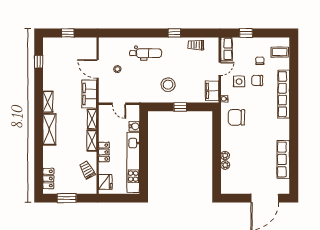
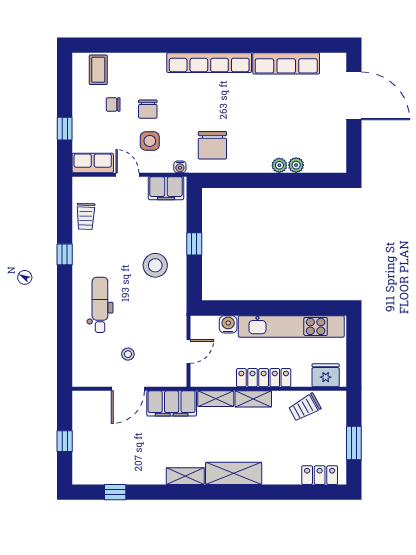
row of seats: (284, 94) -> (209, 63), moved
locker: (104, 152) -> (264, 378), width x1.53

